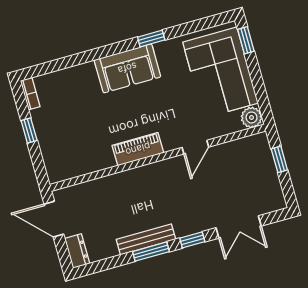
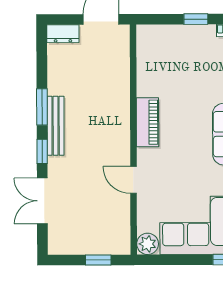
bench: (146, 239) -> (56, 126), moved

